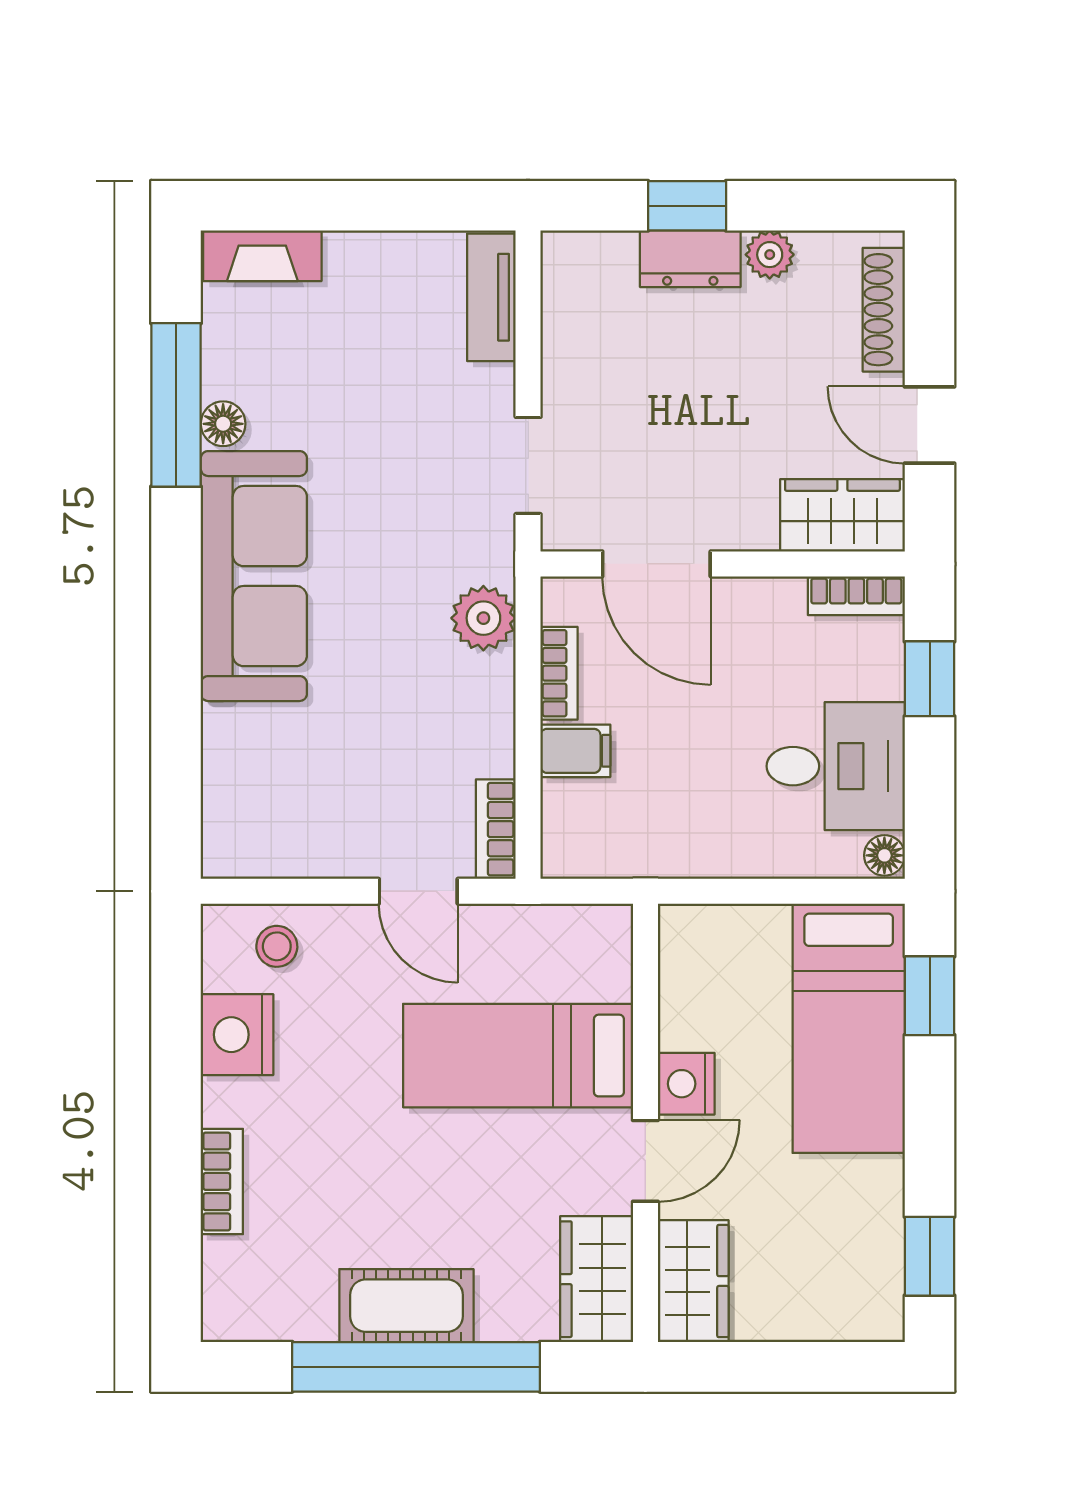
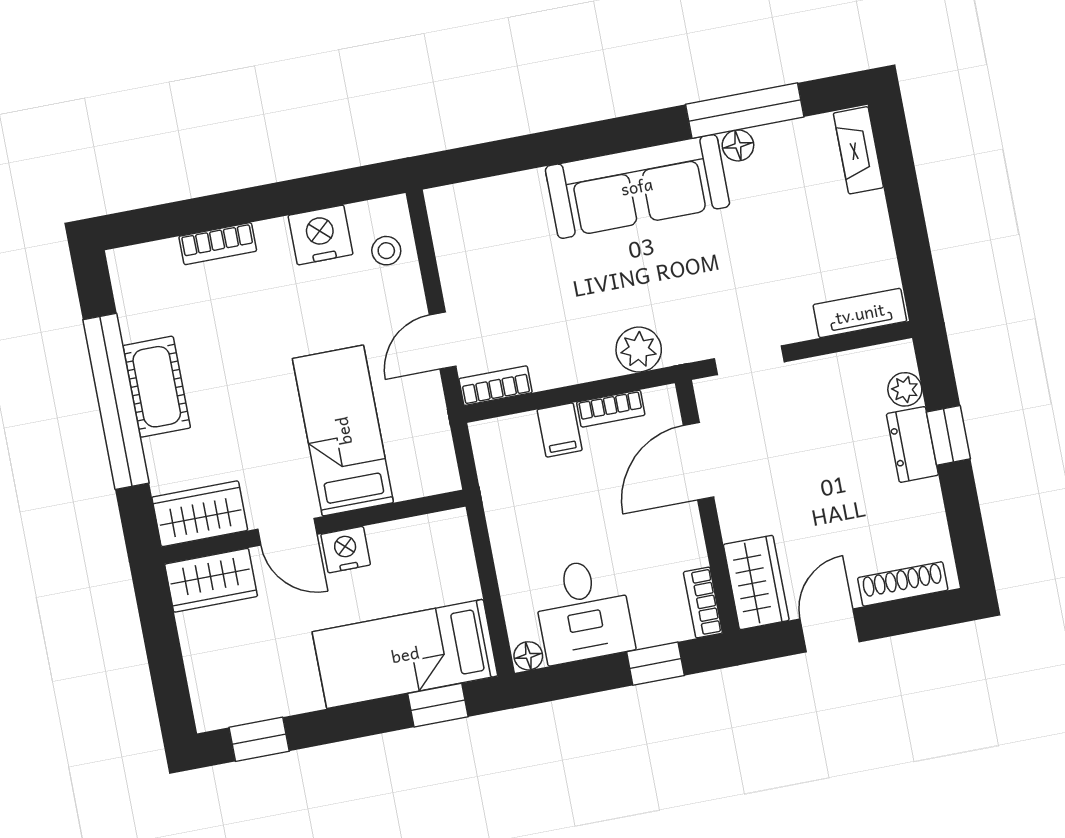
plant: (770, 255) -> (905, 389), moved

